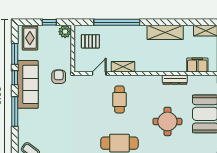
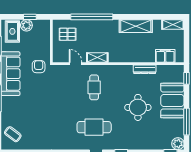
plant: (65, 32) -> (26, 25), moved
door: (99, 73) -> (76, 64), hinge flipped

